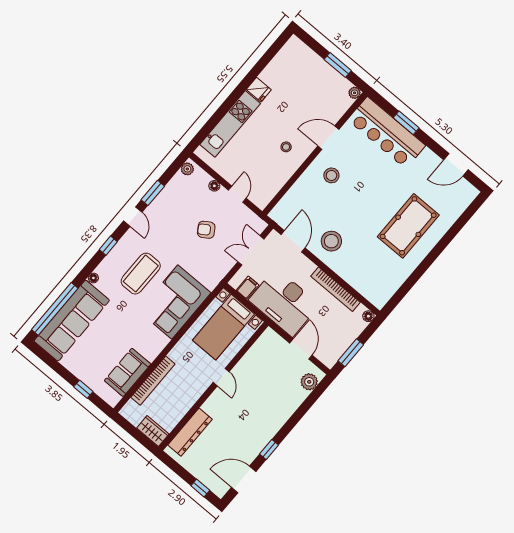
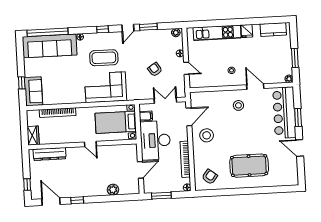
kitchen counter: (284, 59) -> (273, 29), added
door: (456, 165) -> (300, 148), moved
door: (237, 194) -> (186, 68), hinge flipped
armchair: (380, 281) -> (210, 177), added
sofa: (128, 372) -> (33, 91), moved, turned 90
door: (221, 377) -> (90, 144), hinge flipped
plant: (309, 382) -> (113, 190), moved

